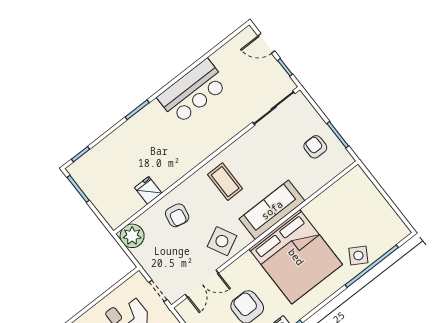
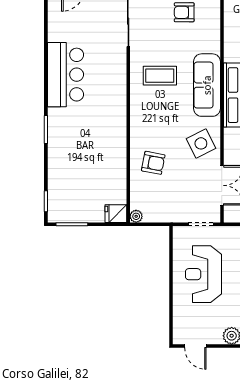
coffee table: (225, 182) -> (160, 76), moved
fridge: (148, 190) -> (116, 214), moved
plant: (132, 236) -> (136, 216), width x0.53, depth x0.53

